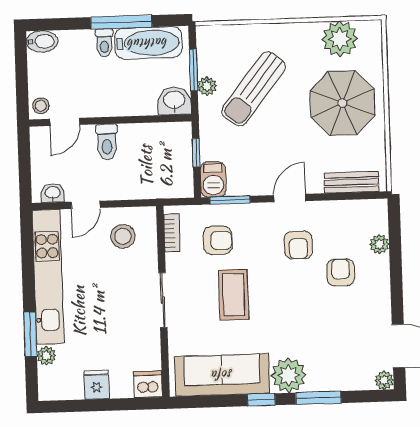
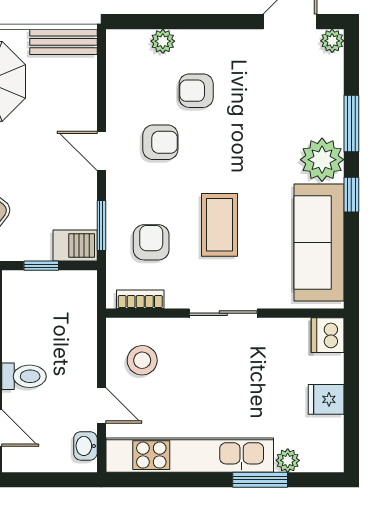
bench: (352, 182) -> (63, 42), moved, turned 90
coffee table: (234, 295) -> (220, 225), turned 90

